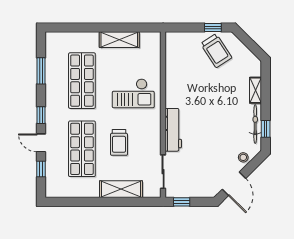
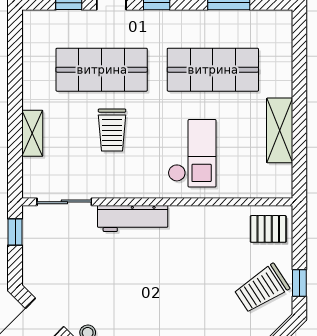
pallet: (180, 47) -> (268, 229), added
checkout: (133, 93) -> (192, 153), turned 180
trolley: (119, 142) -> (112, 130), turned -90
shelving: (121, 189) -> (32, 133), width x0.67, depth x0.75

